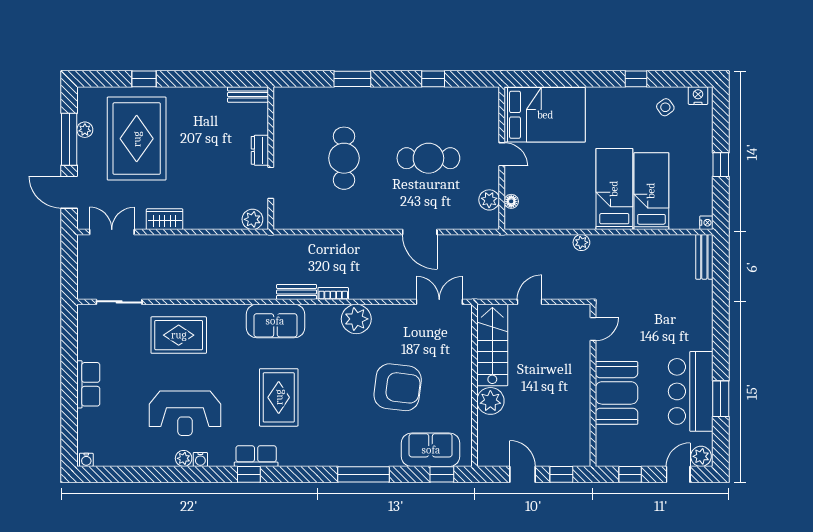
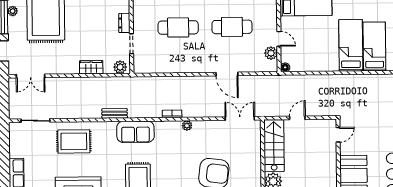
door: (502, 154) -> (279, 39), moved
cafe table: (344, 158) -> (178, 27), turned 90
floor lamp: (511, 201) -> (285, 67), moved
wardrobe: (165, 219) -> (91, 67), moved
double door: (112, 232) -> (31, 76), swing flipped
plant: (581, 242) -> (330, 80), removed
bench: (297, 292) -> (115, 113), moved
plant: (356, 319) -> (187, 126), width x0.53, depth x0.53

